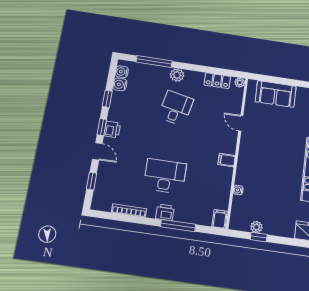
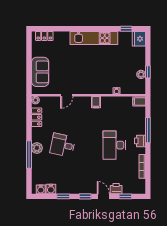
window: (154, 62) -> (29, 155), moved
printer: (112, 129) -> (116, 189), moved
door: (97, 151) -> (103, 196), hinge flipped

